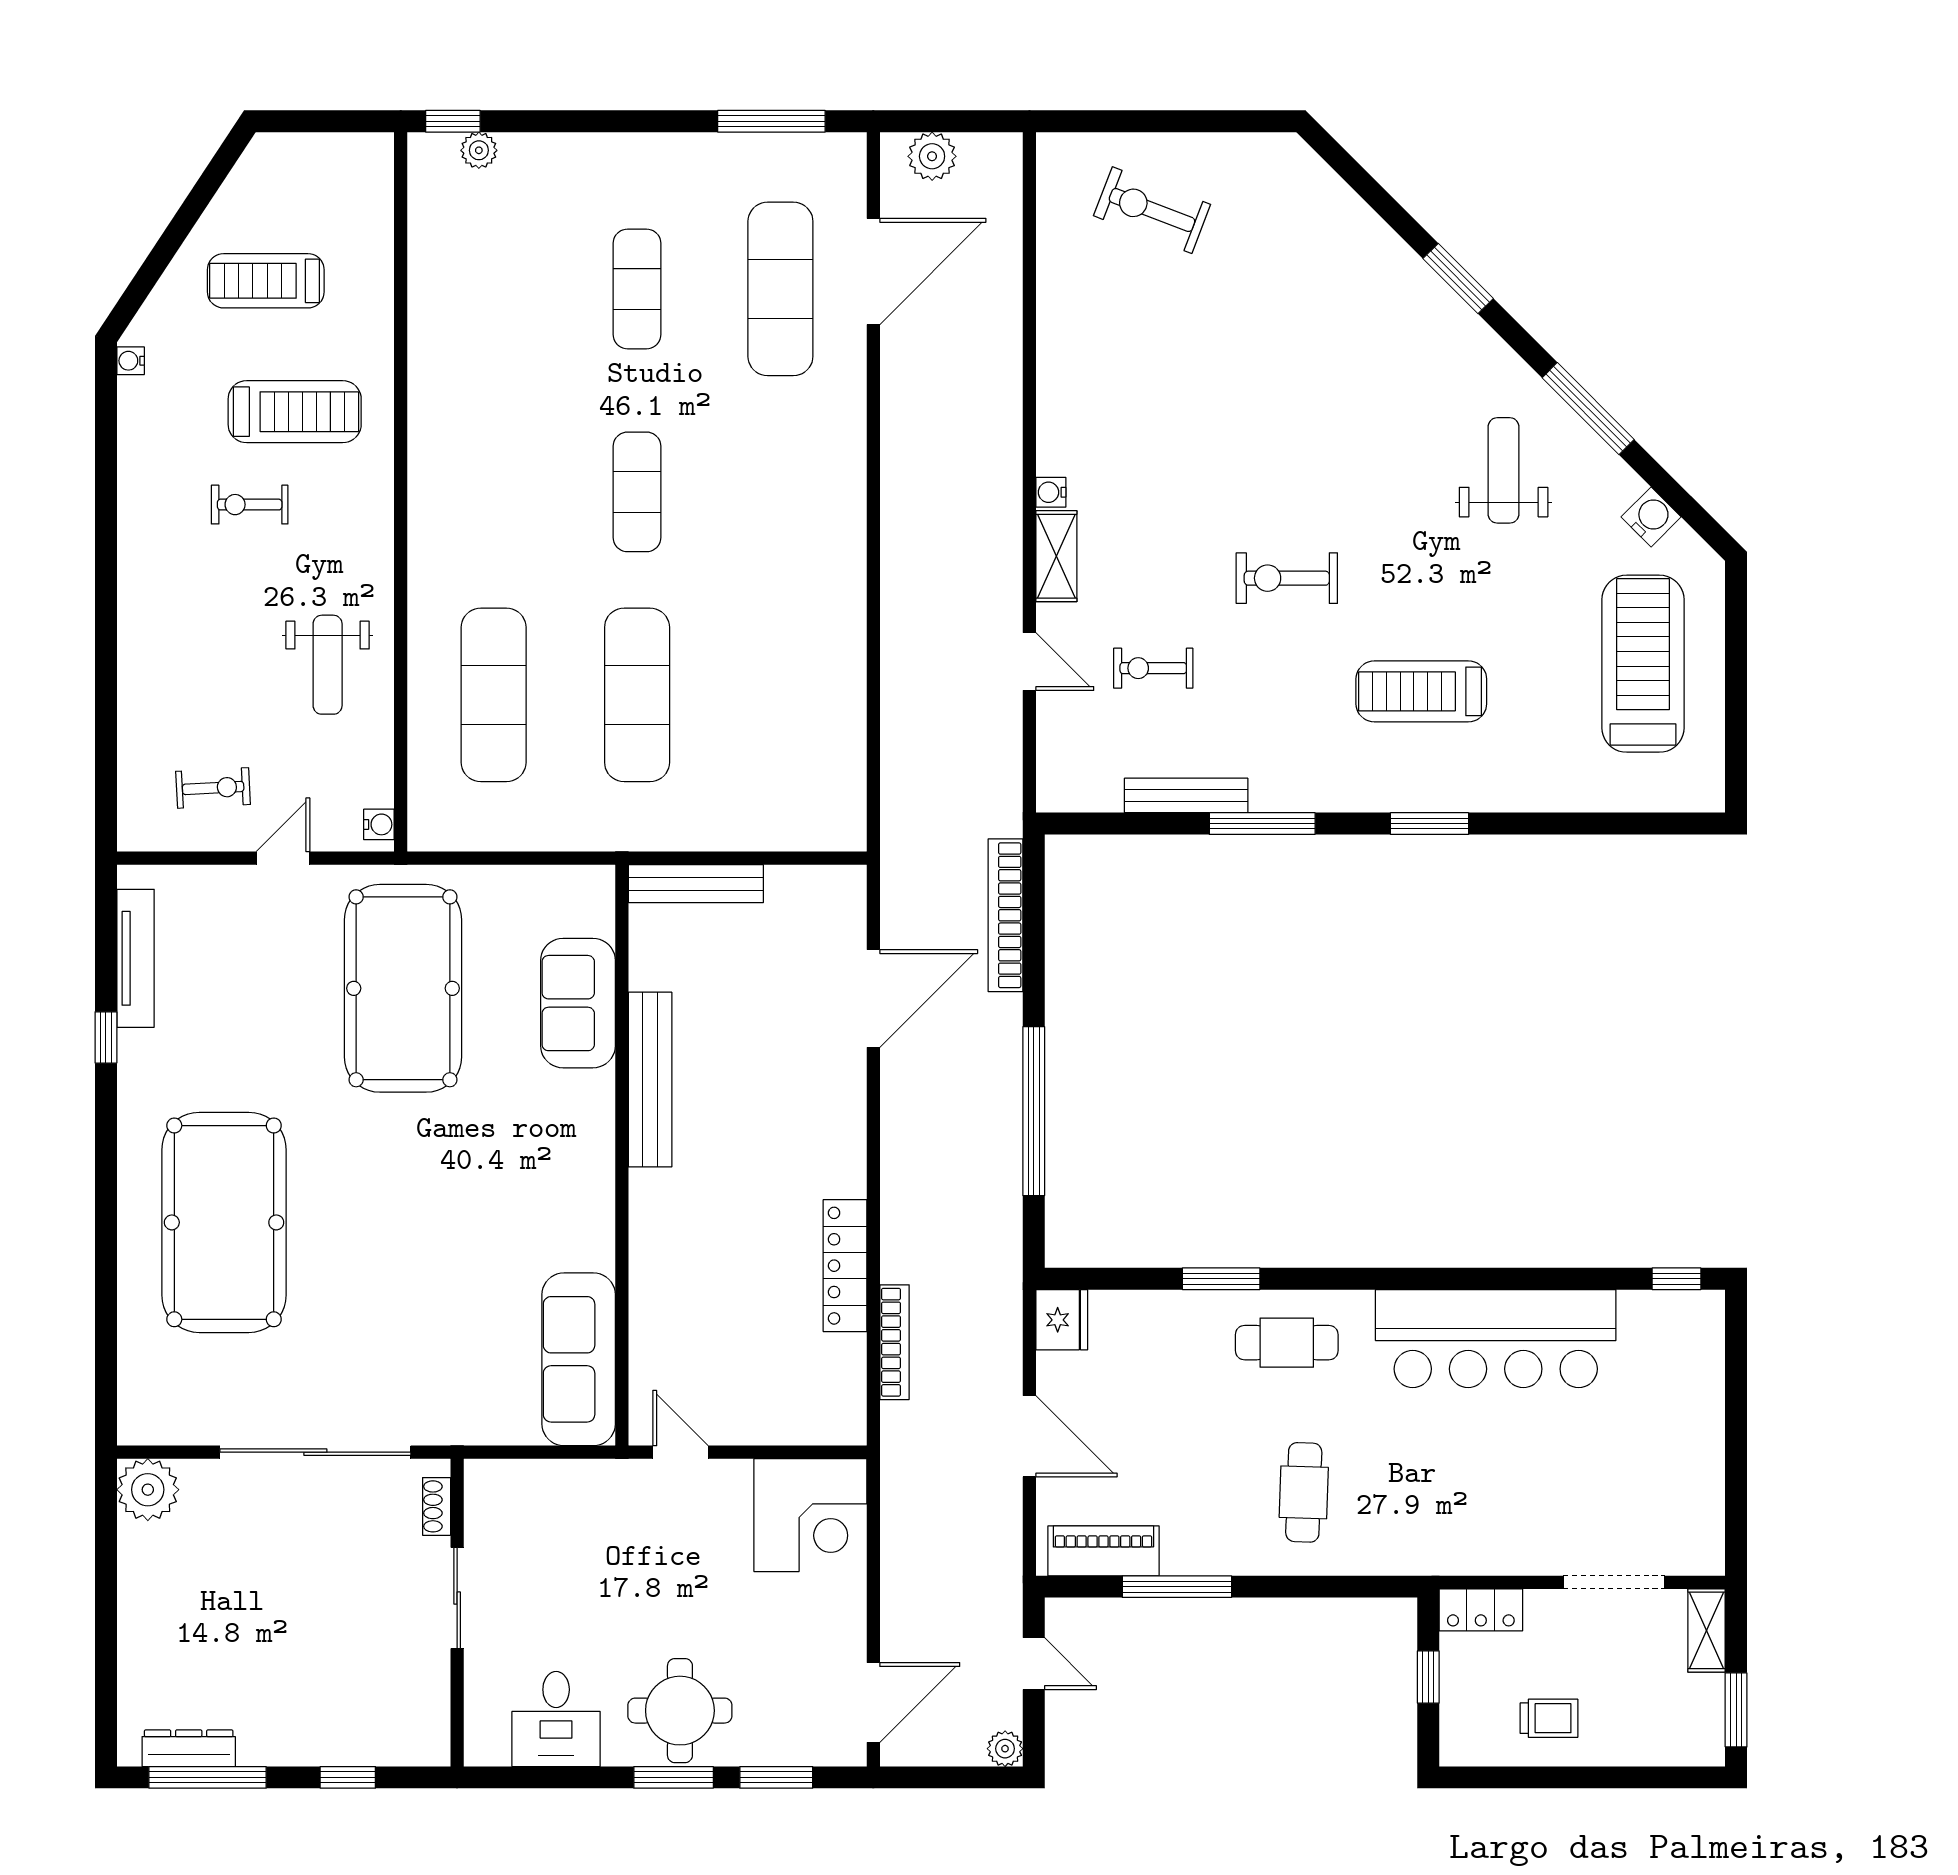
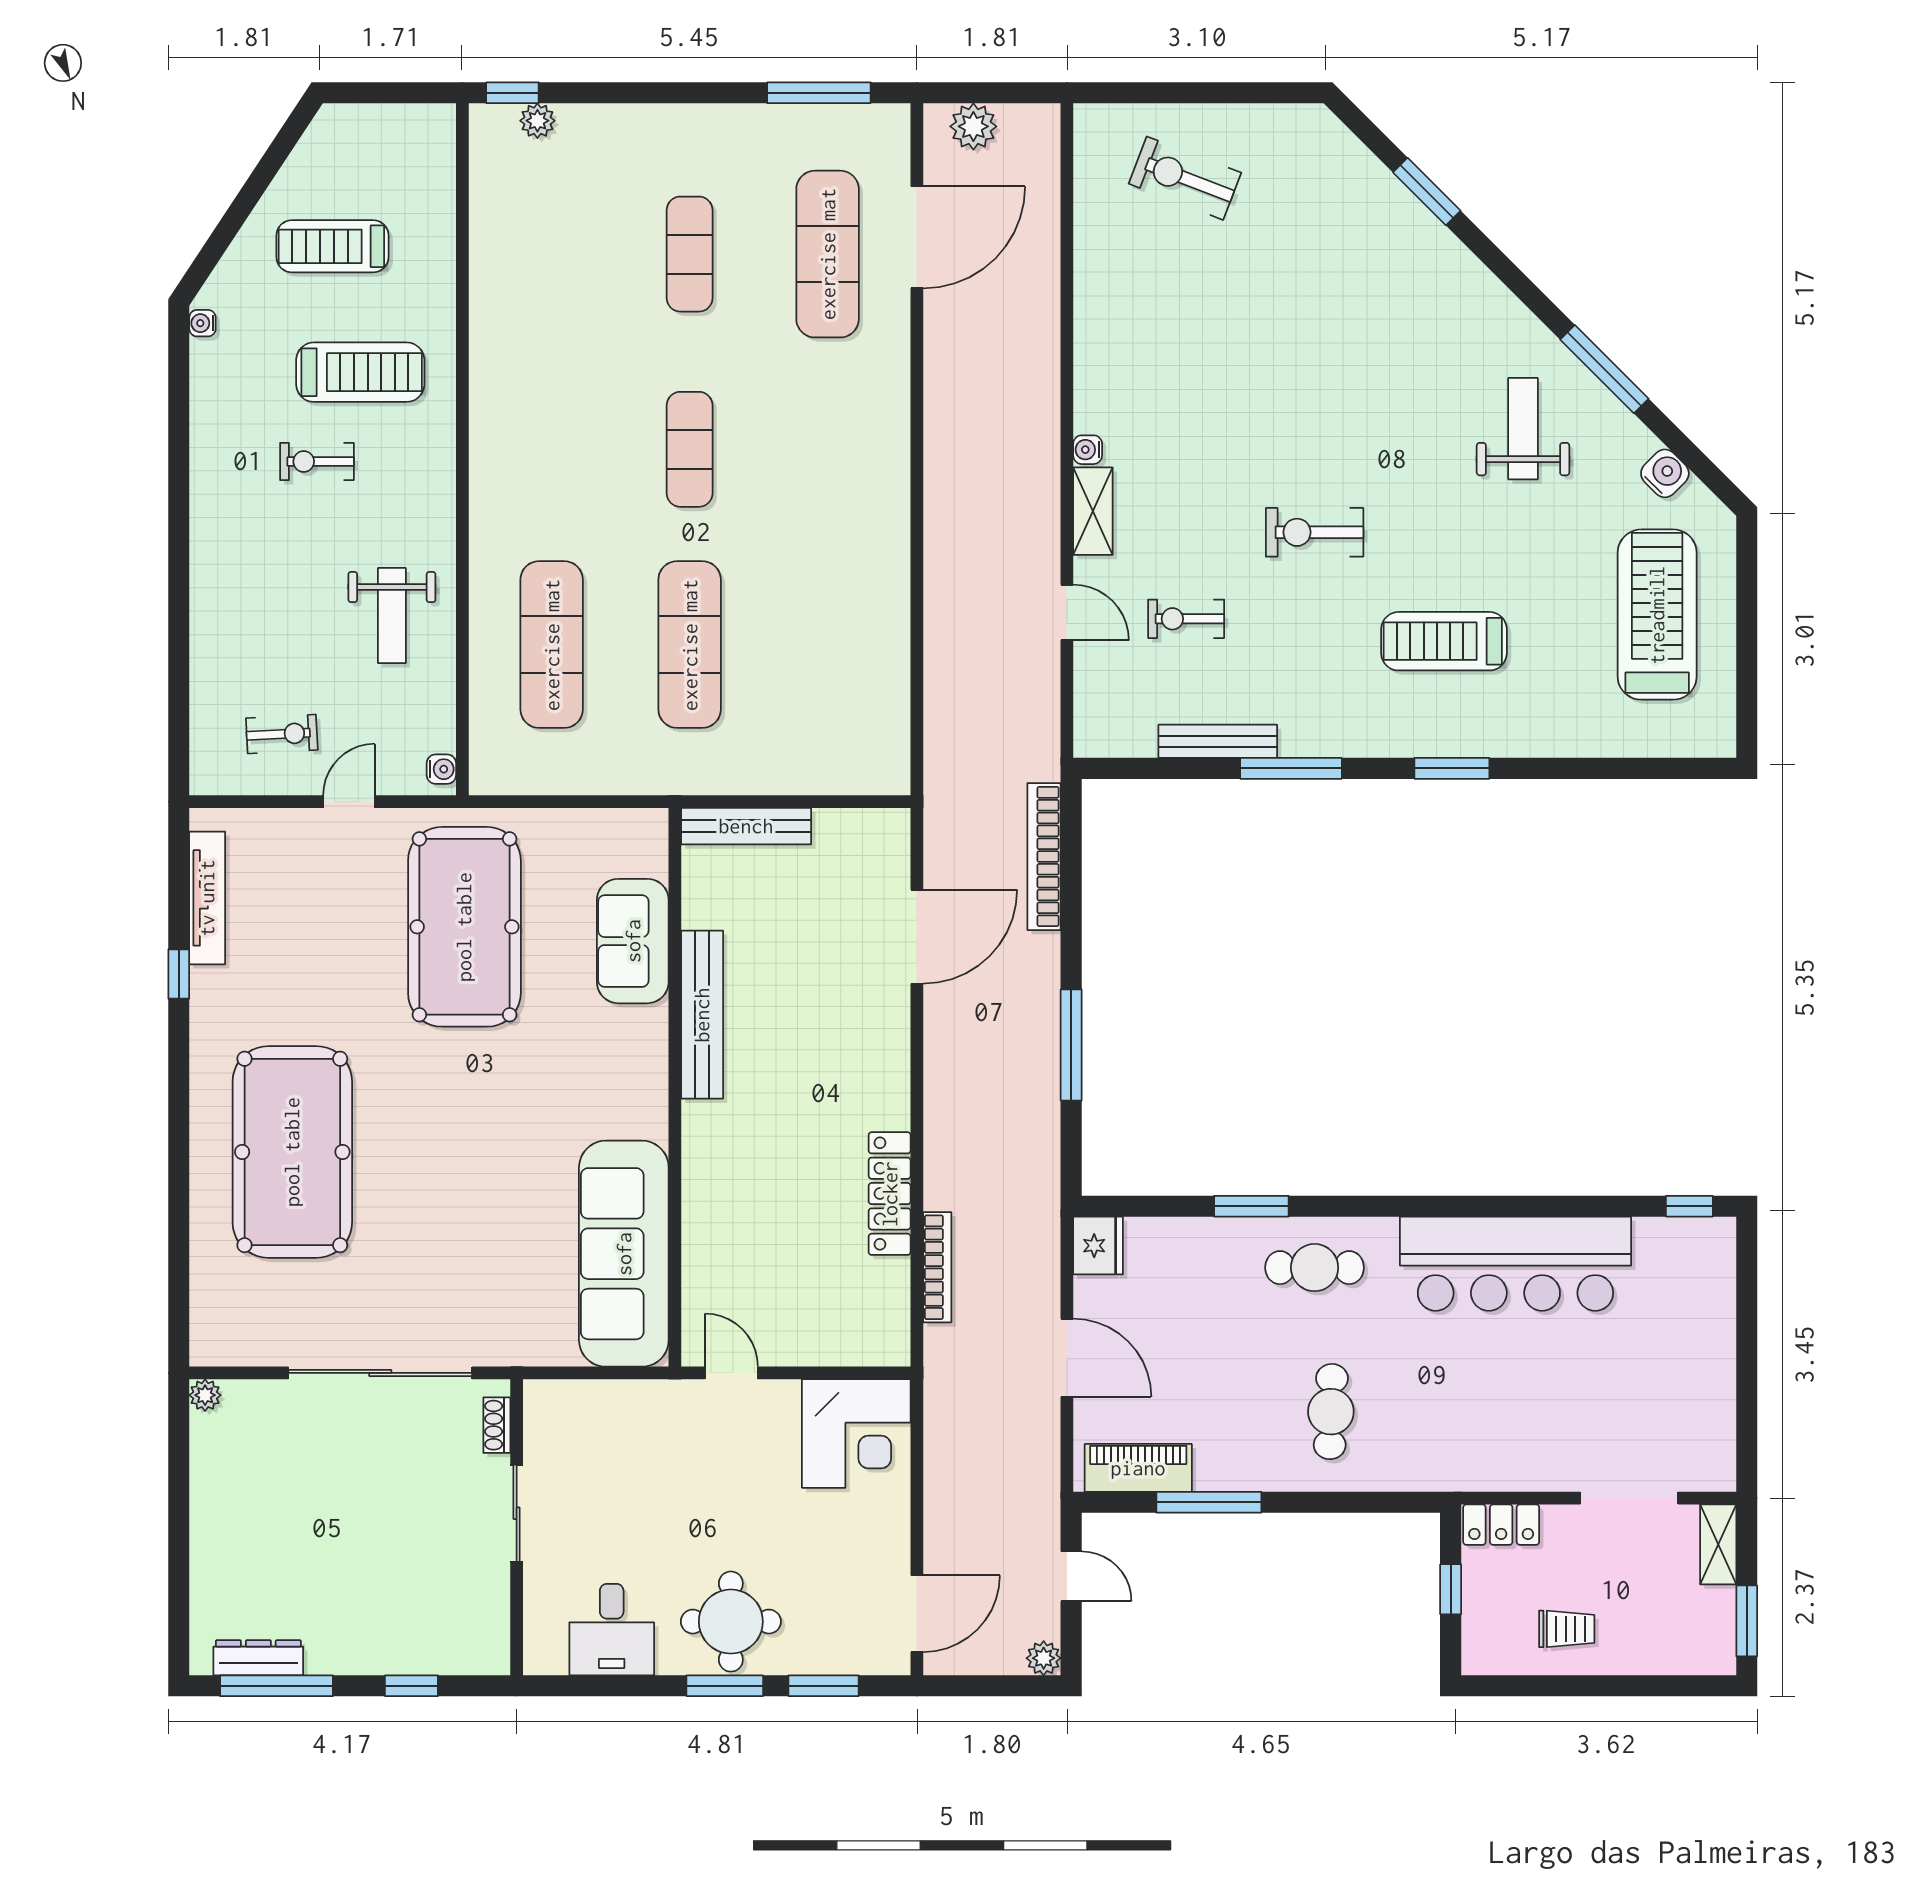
window: (1458, 279) -> (1427, 192), moved
window: (1034, 1111) -> (1071, 1045), width x0.68
sofa: (579, 1359) -> (624, 1254), width x1.36, depth x1.27
plant: (148, 1490) -> (205, 1395), width x0.53, depth x0.53

